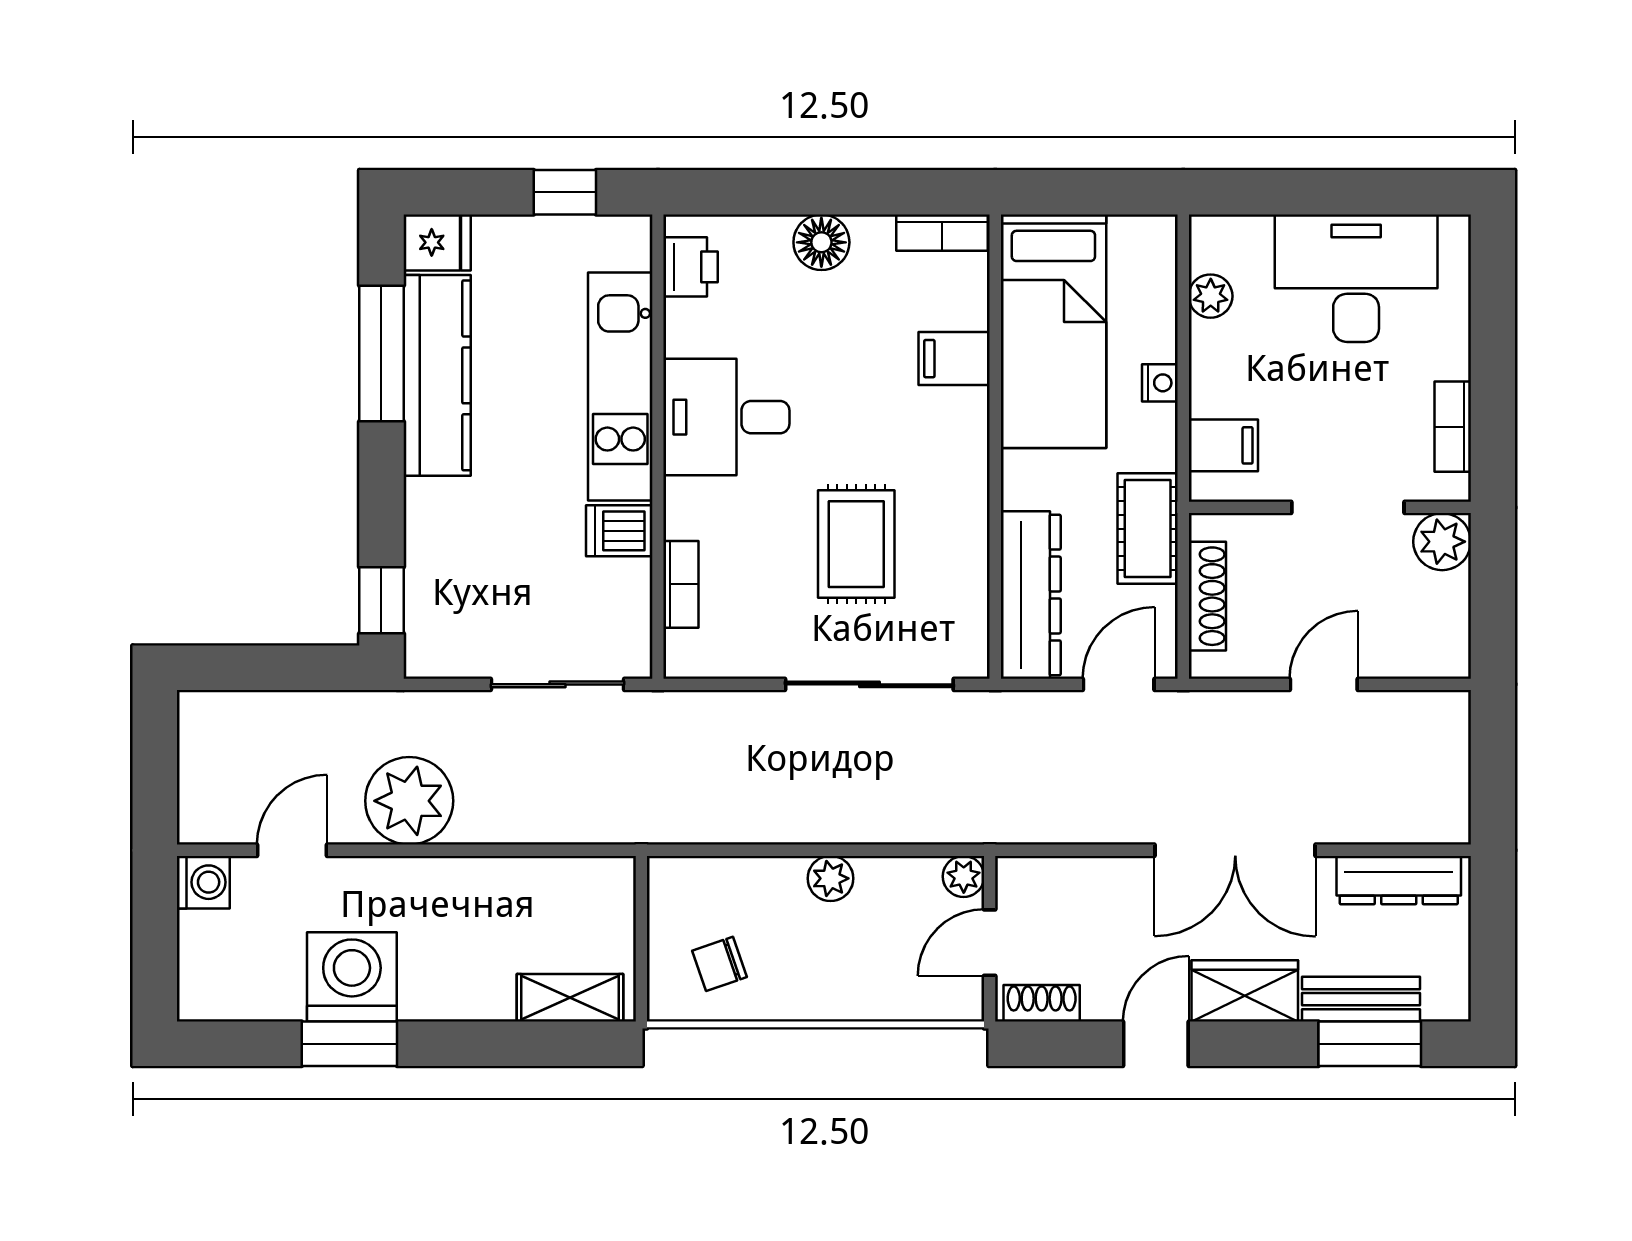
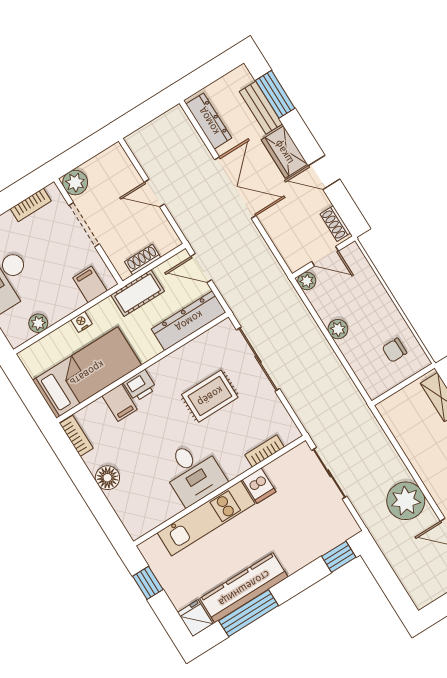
printer: (691, 267) -> (140, 386), moved, turned 180
shoe rack: (1207, 596) -> (143, 260), width x0.70
chair: (719, 964) -> (394, 350), turned 109

